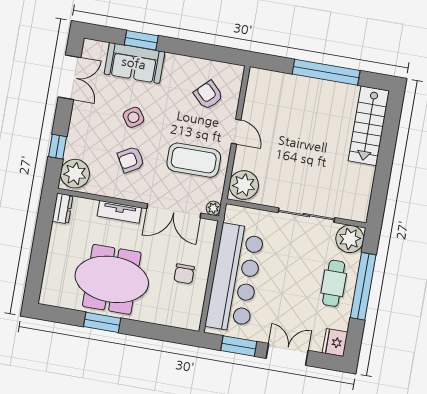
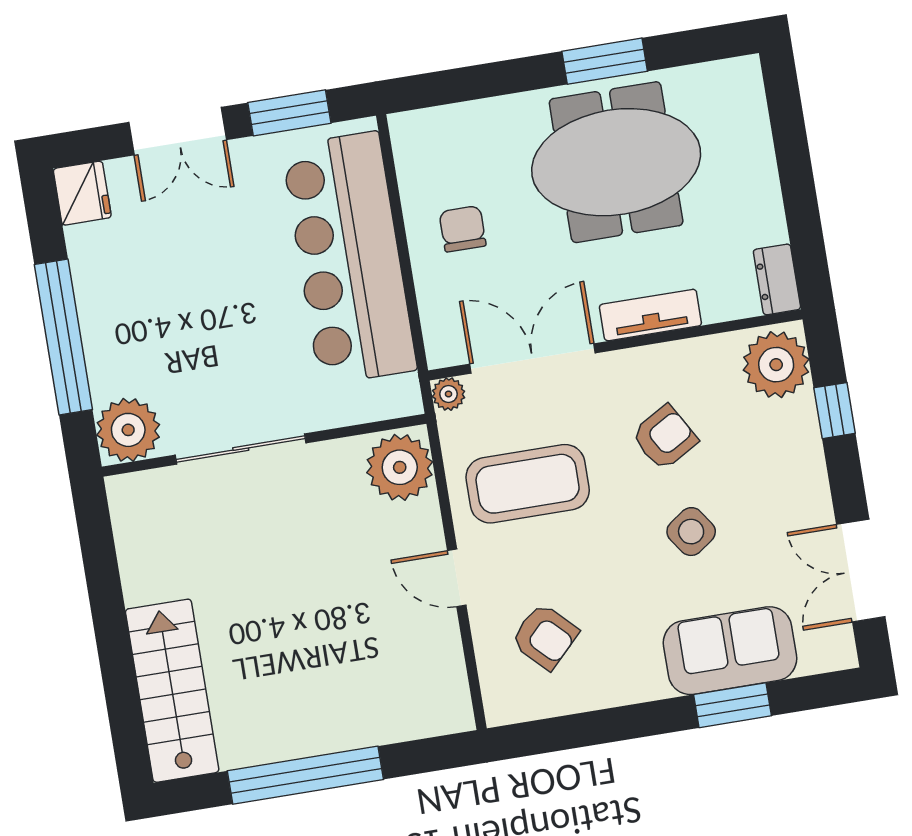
cafe table: (334, 283) -> (130, 321), removed

